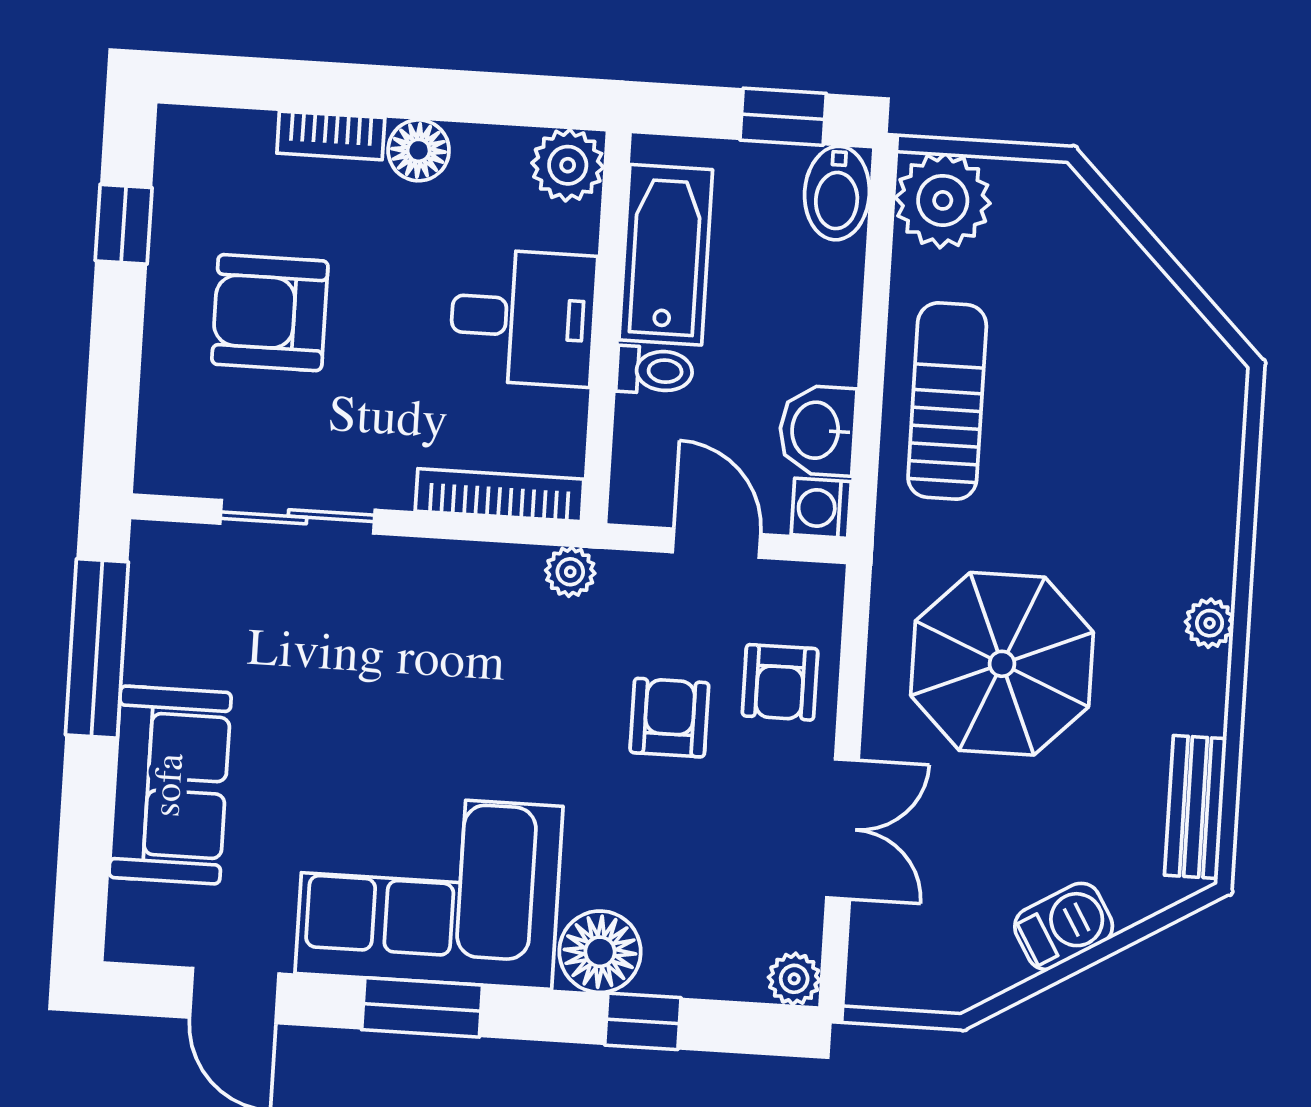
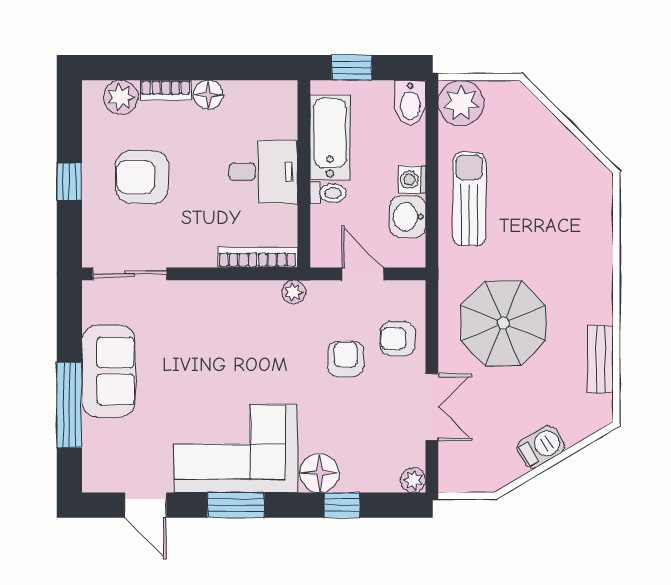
window: (783, 117) -> (352, 68), moved
plant: (568, 165) -> (121, 97), moved
window: (124, 224) -> (69, 181), moved
washing machine: (821, 508) -> (412, 180), moved
sliding door: (298, 517) -> (130, 274), moved
plant: (1210, 623) -> (602, 297), removed
window: (97, 648) -> (69, 405), moved
armchair: (780, 682) -> (398, 339), turned 90
sofa: (170, 785) -> (108, 371), moved
bench: (1196, 807) -> (600, 359), moved

